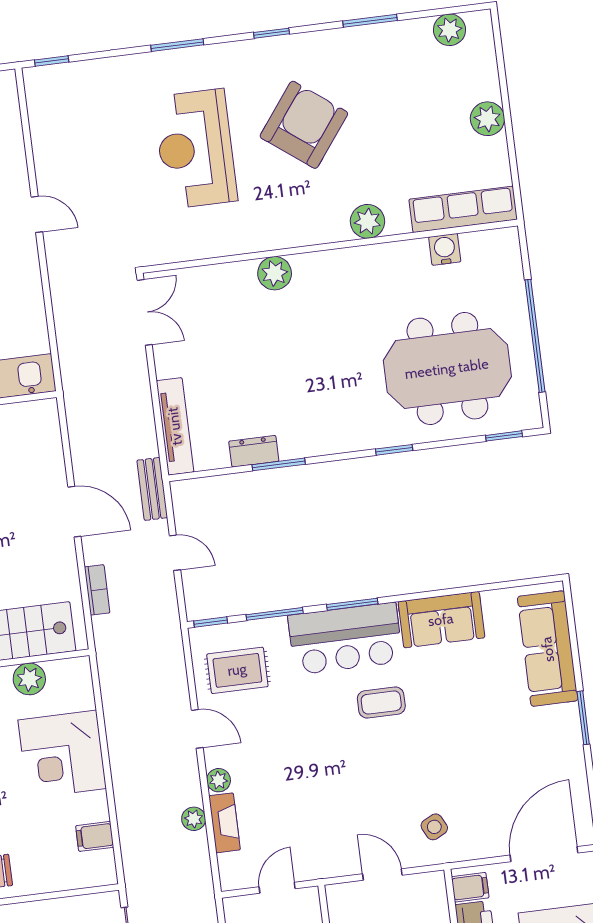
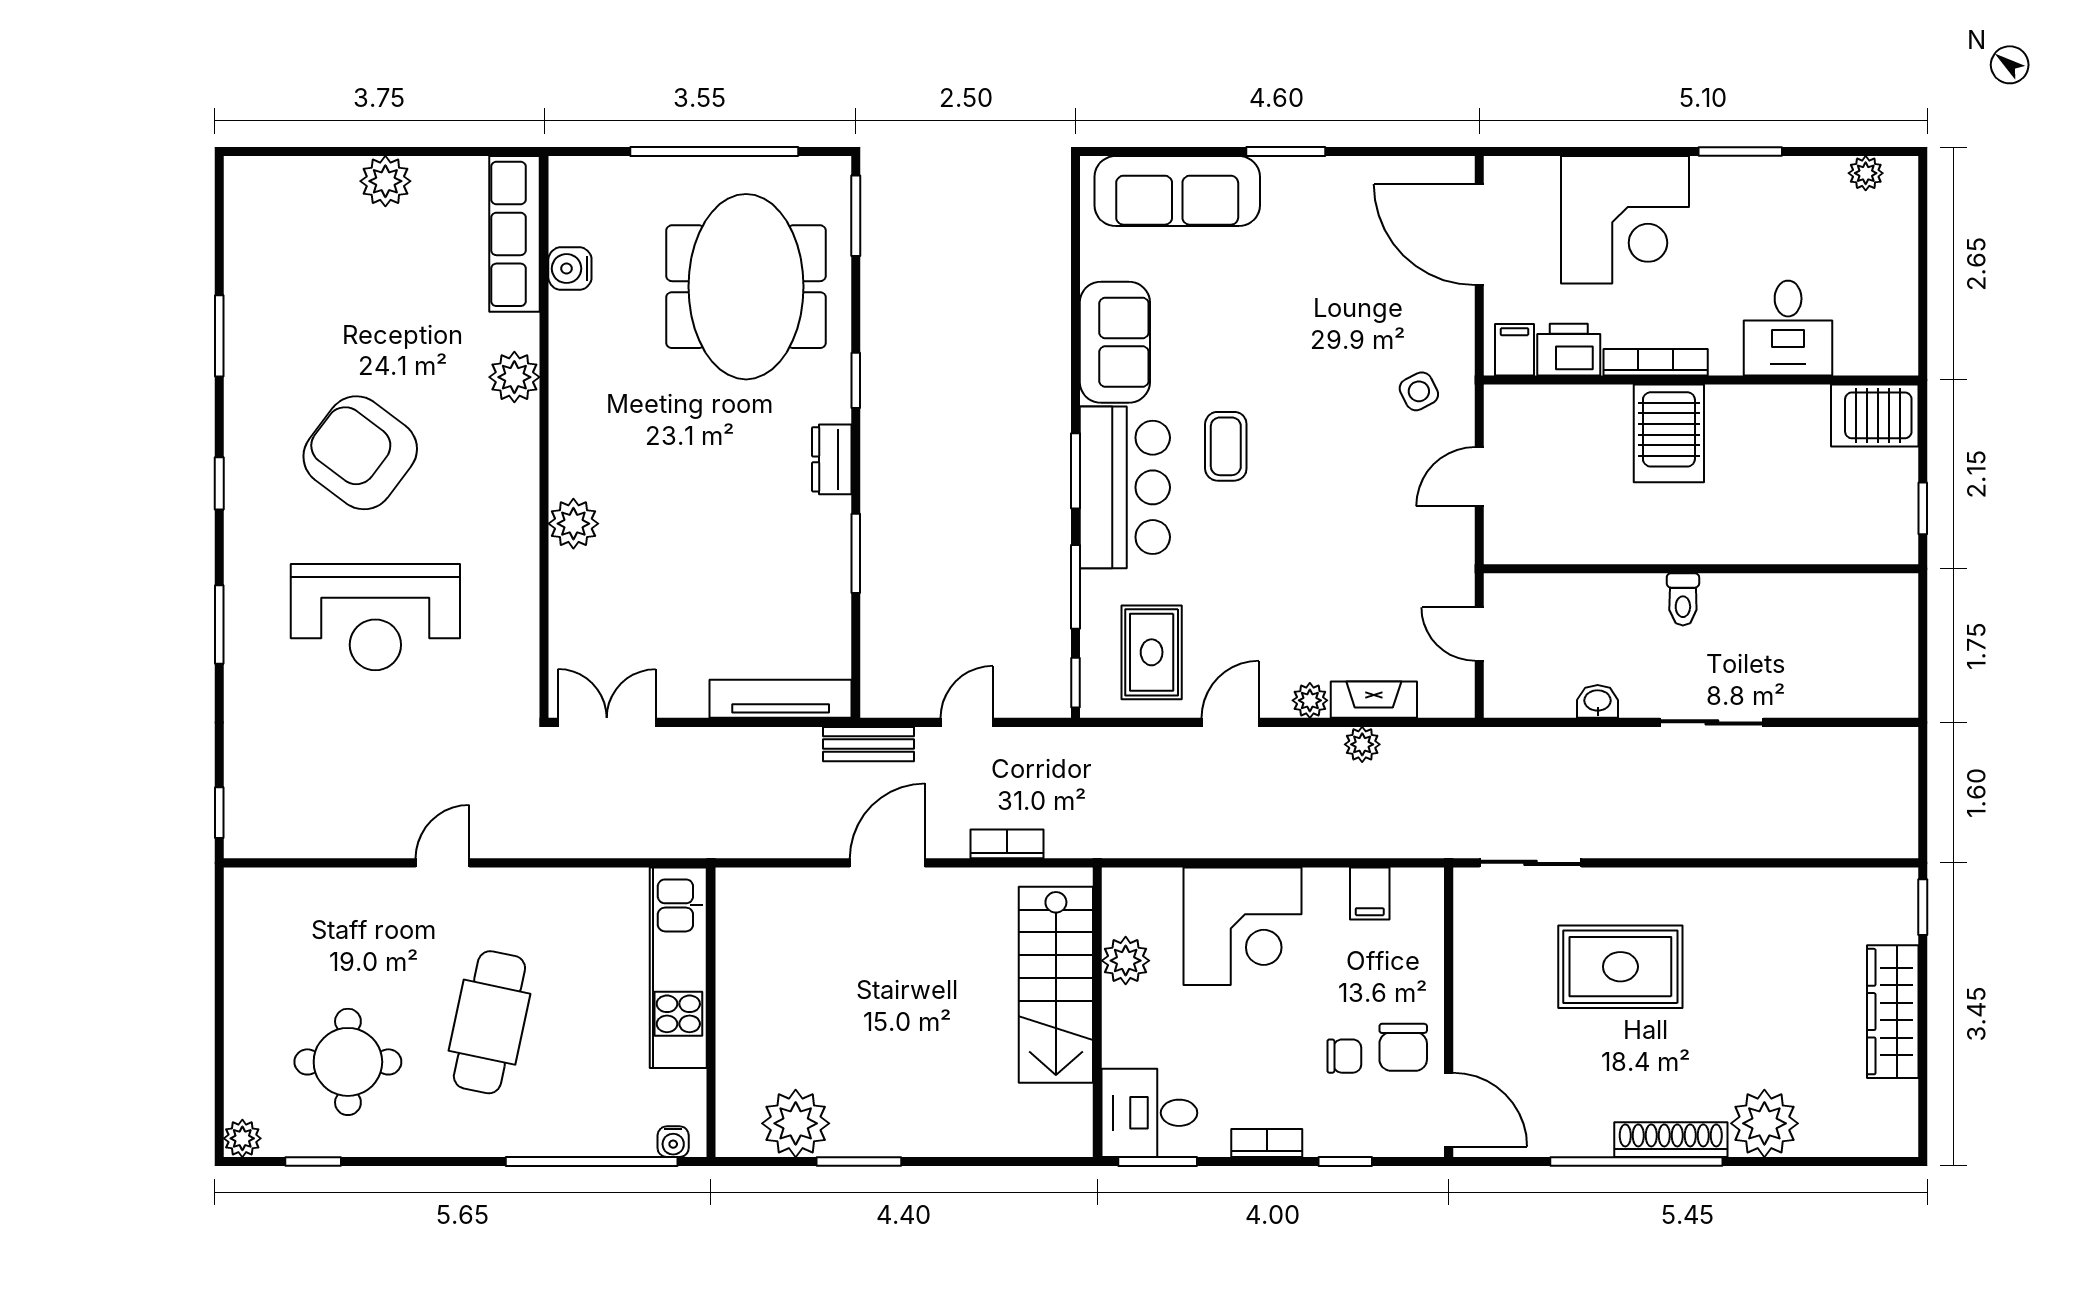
plant: (450, 30) -> (247, 221), removed
window: (504, 436) -> (856, 216), width x1.50
dresser: (254, 451) -> (832, 459), moved

